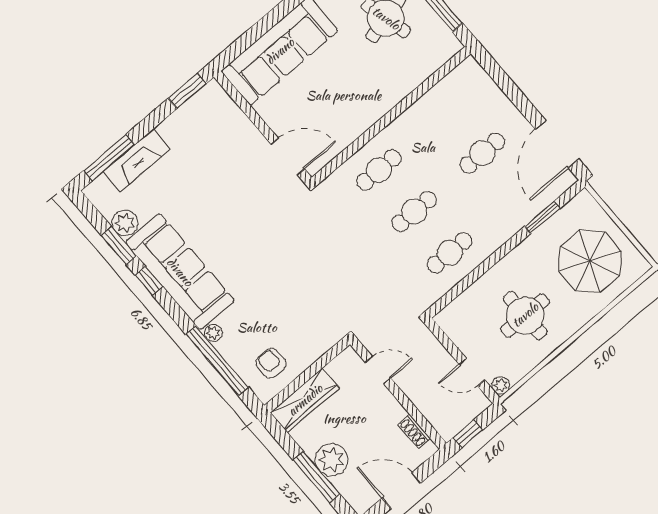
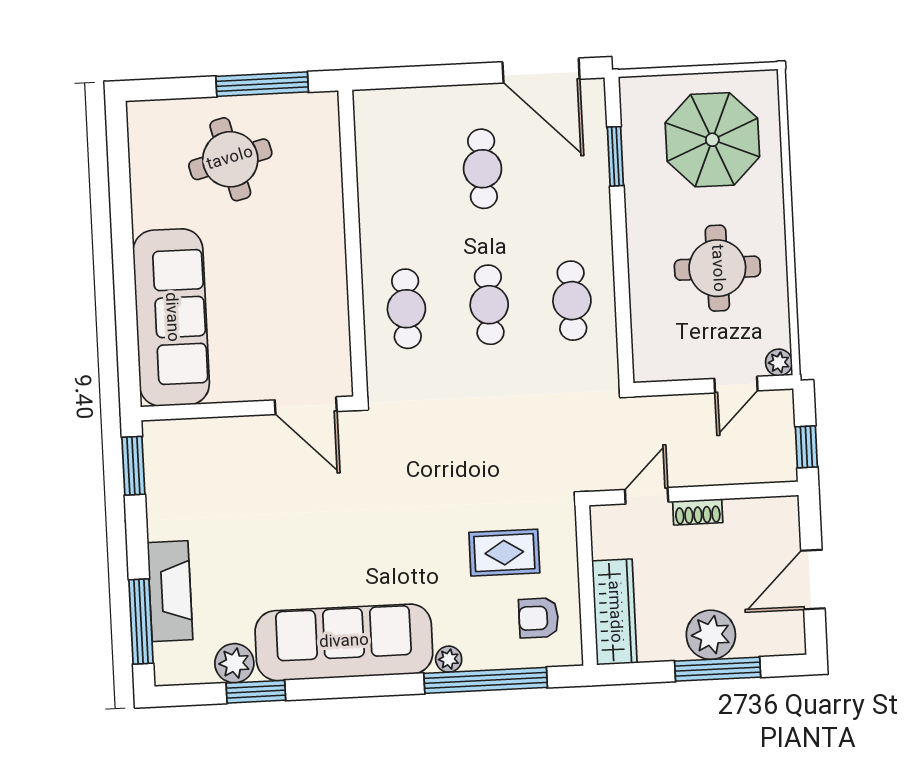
door: (288, 156) -> (306, 406), swing flipped
window: (149, 281) -> (326, 688), removed
rug: (291, 319) -> (504, 553), added
shoe rack: (414, 431) -> (698, 512), moved

